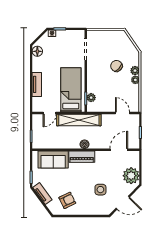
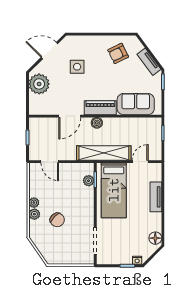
door: (119, 150) -> (70, 116), moved

